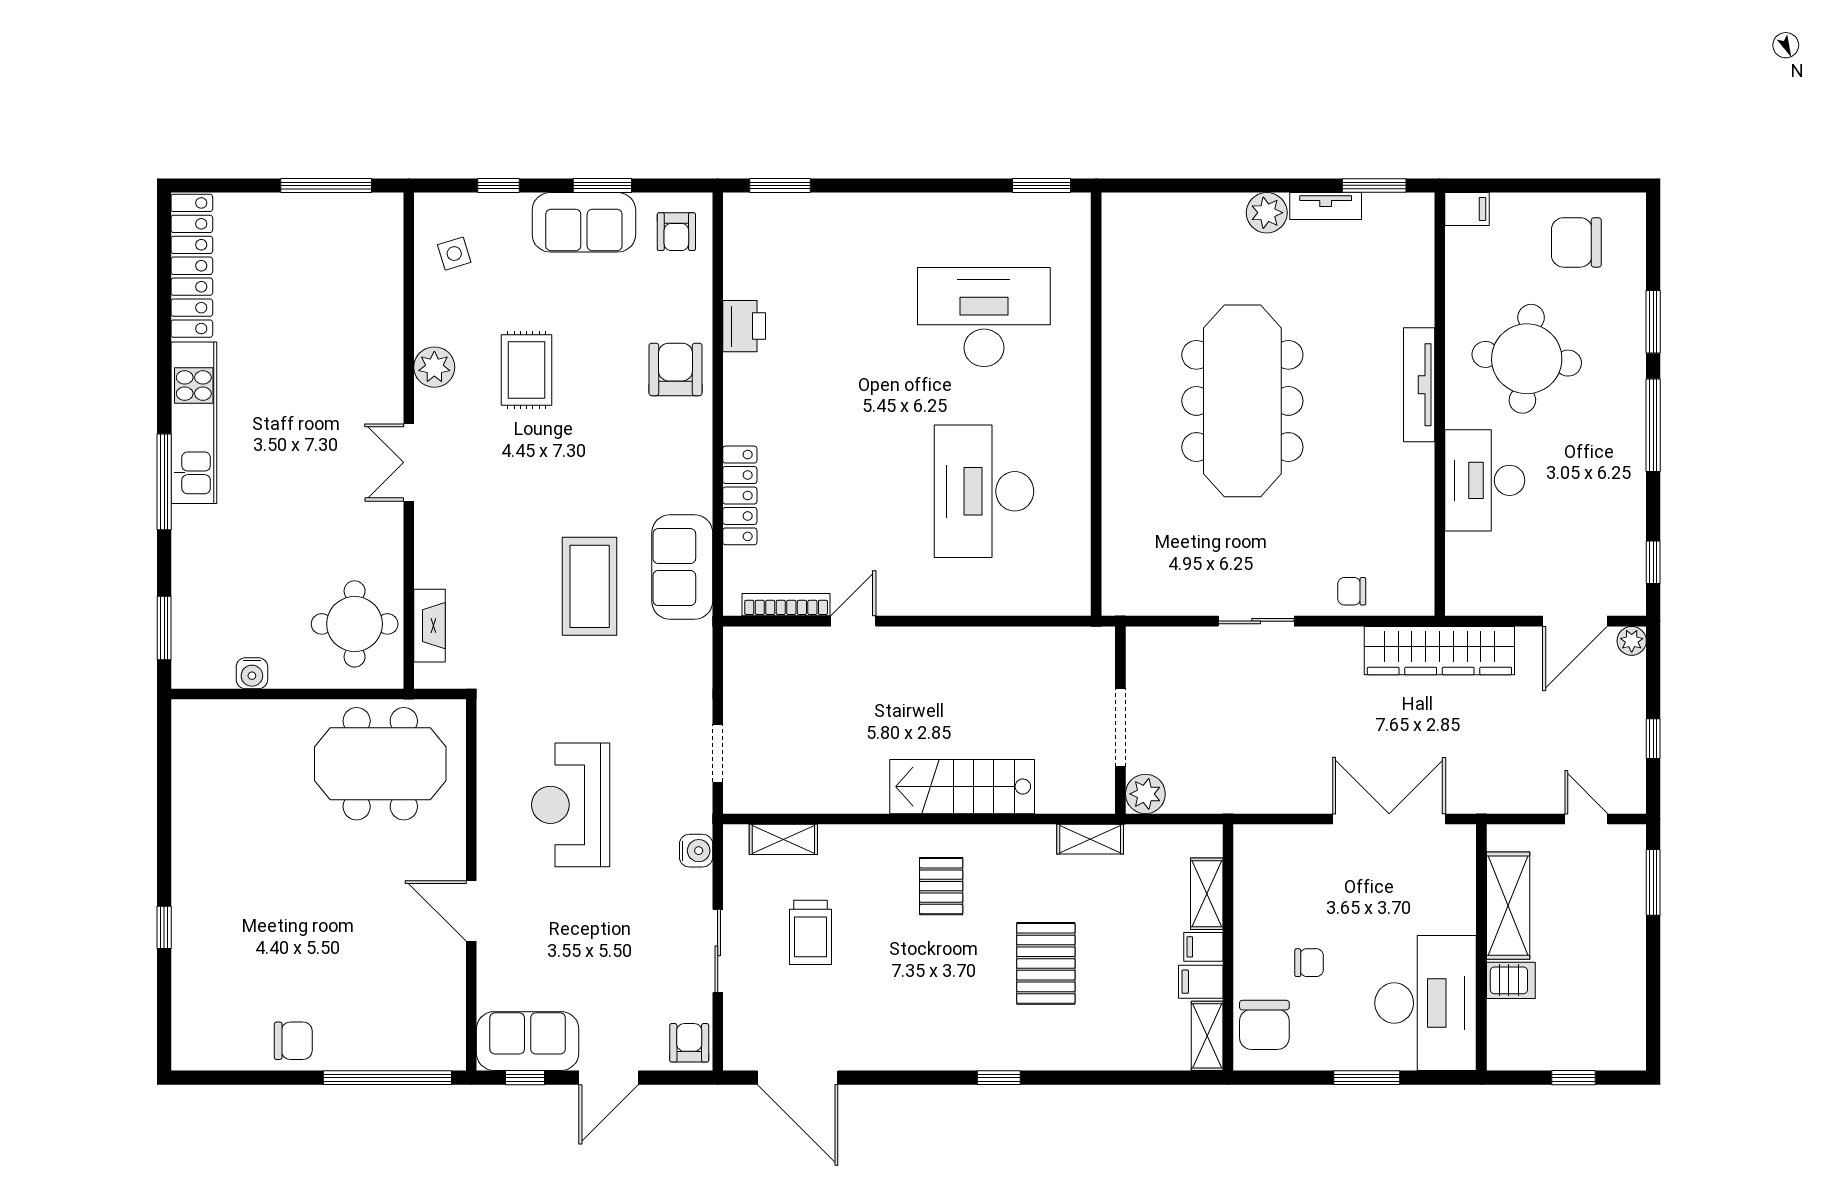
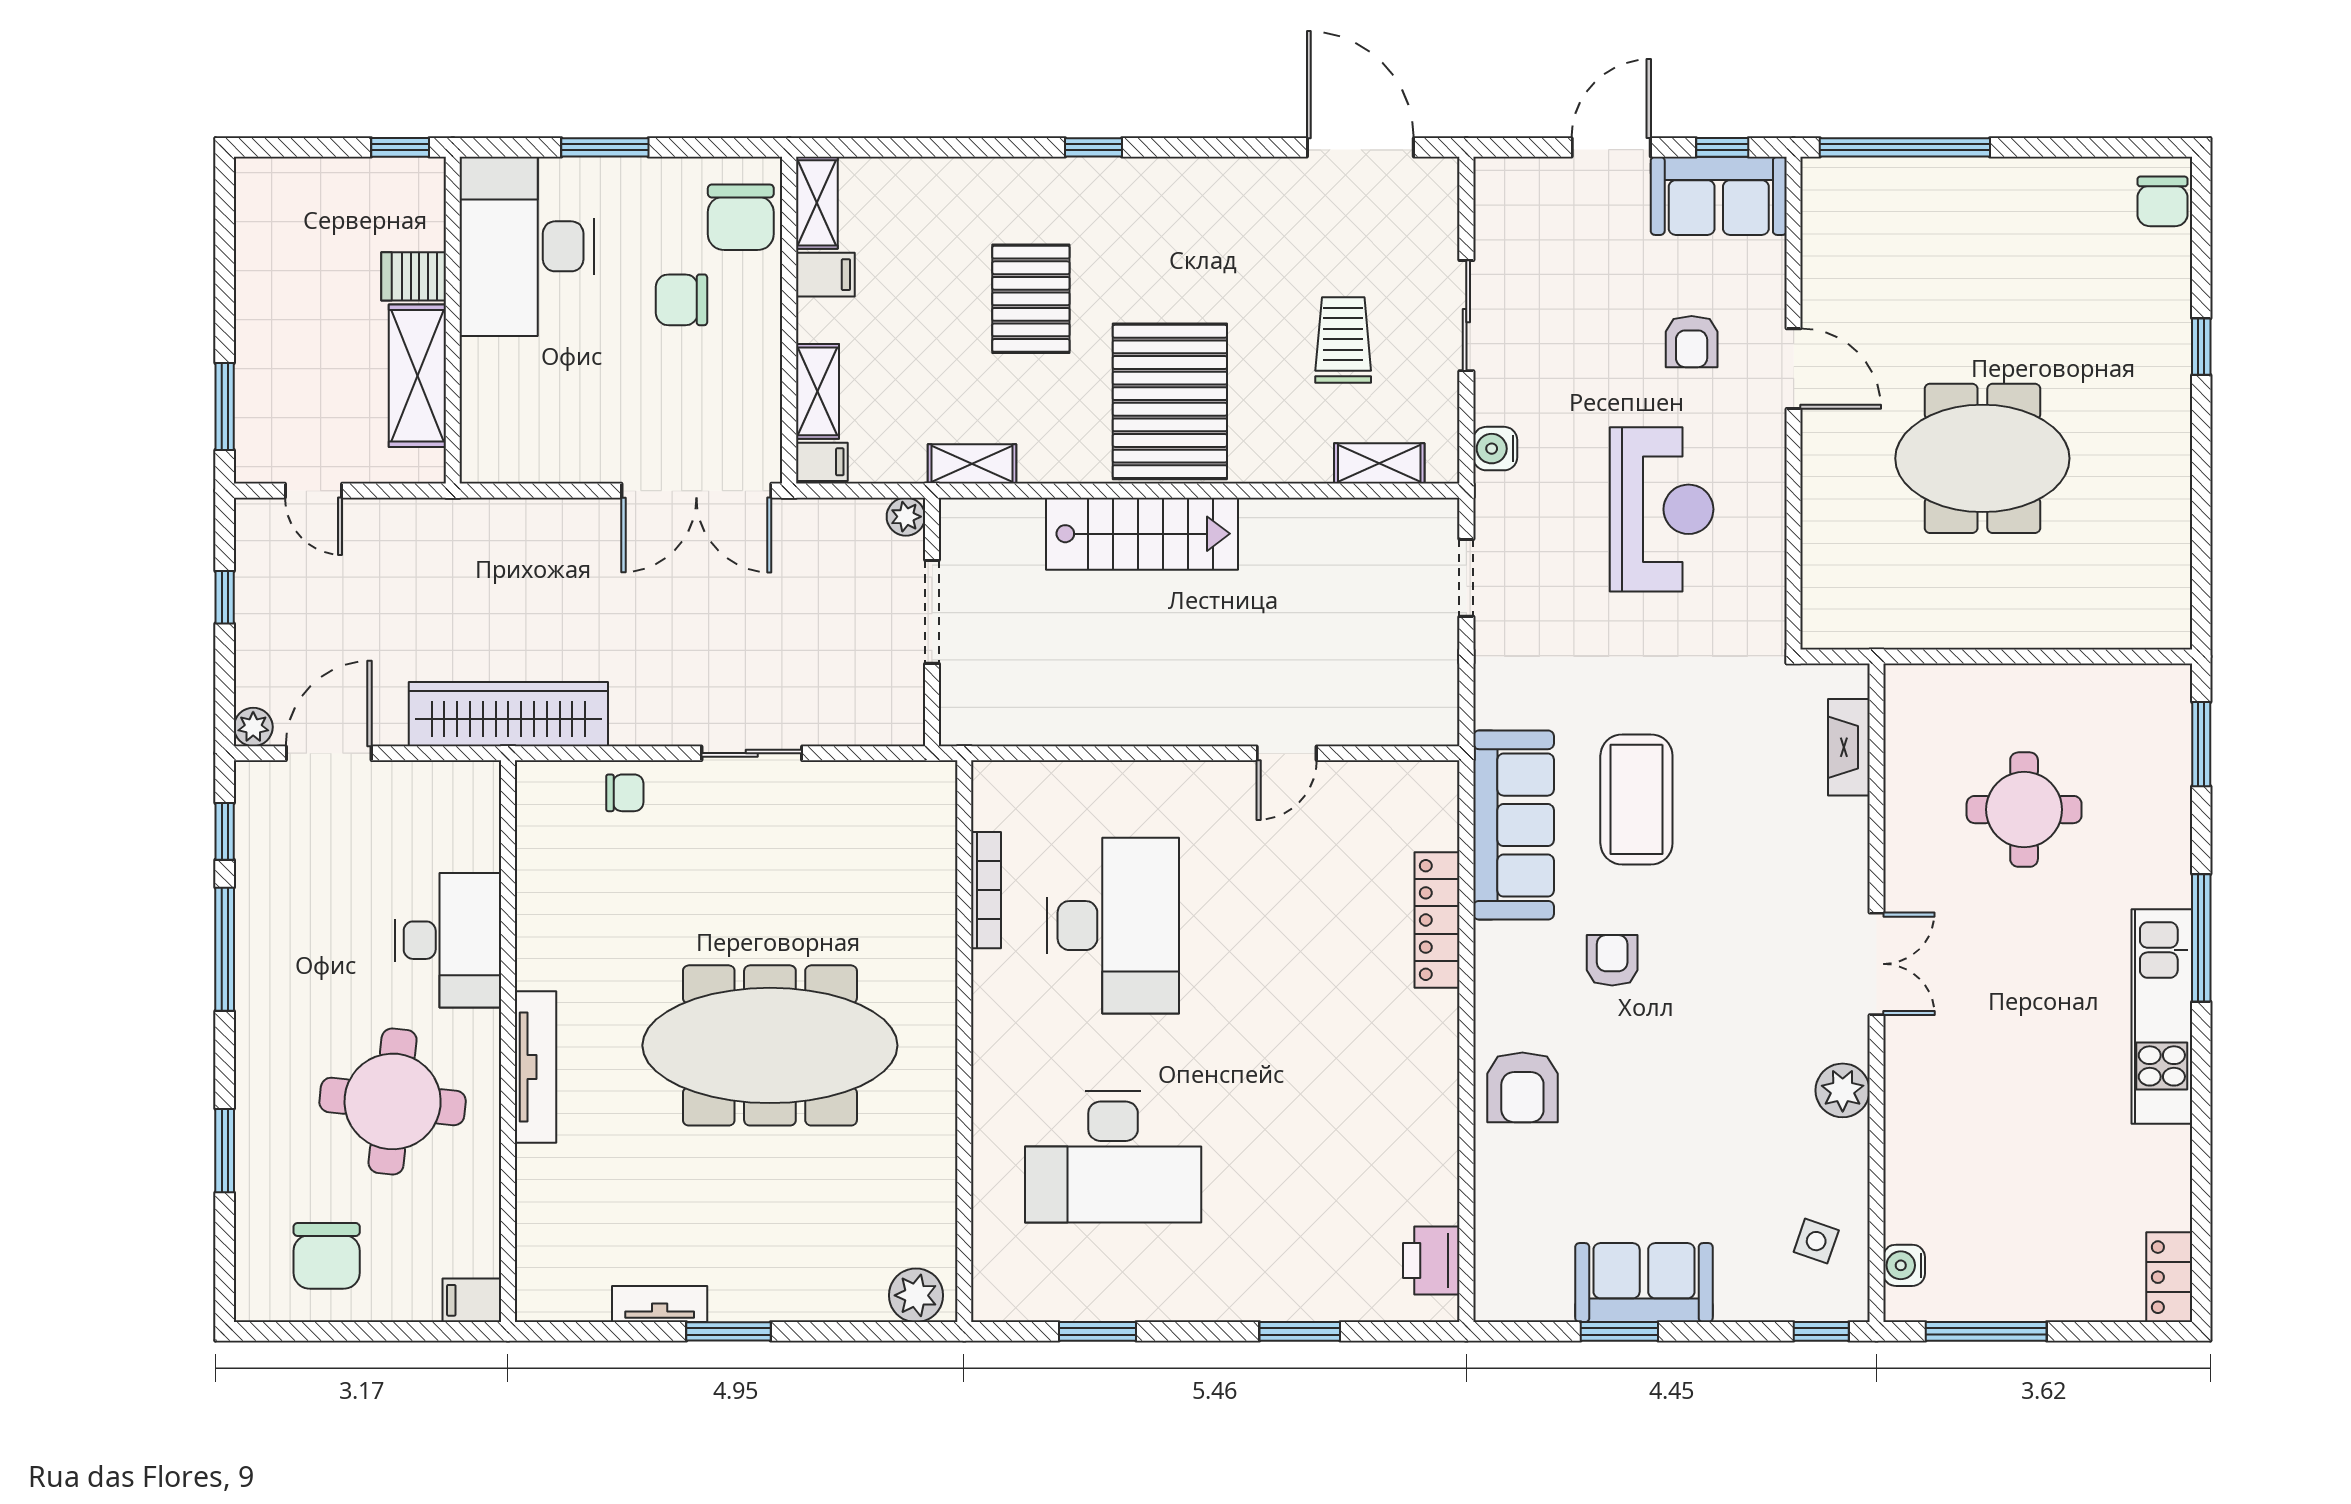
window: (499, 185) -> (1821, 1331), moved
window: (780, 185) -> (1300, 1331), moved
window: (1041, 185) -> (1097, 1331), moved
window: (1374, 185) -> (729, 1331), moved
plant: (1267, 213) -> (916, 1295), moved
armchair: (676, 232) -> (1612, 960), moved
chair: (1576, 242) -> (327, 1256), turned 90
side table: (454, 254) -> (1816, 1241), turned 36
locker: (192, 266) -> (2169, 1277), width x0.46, depth x0.83
printer: (744, 326) -> (1431, 1260), moved
rug: (527, 370) -> (1720, 1087), removed
meeting table: (1242, 401) -> (770, 1045), turned 90
window: (1653, 425) -> (225, 949), moved
sofa: (682, 567) -> (1514, 825), width x1.36
bookcase: (786, 605) -> (986, 890), moved, turned -90
round table: (355, 624) -> (2024, 810), moved
water cooler: (252, 673) -> (1904, 1265), moved, turned -90
meeting table: (380, 764) -> (1982, 458), moved
plant: (1145, 794) -> (906, 517), width x0.73, depth x0.73
double door: (1389, 819) -> (696, 491), moved
pallet: (941, 886) -> (1170, 401), width x2.05, depth x2.00
filing cabinet: (1203, 947) -> (822, 462), moved
chair: (1309, 963) -> (681, 300), width x1.37, depth x1.37
chair: (1264, 1025) -> (741, 217), turned 180
chair: (293, 1041) -> (2162, 201), moved, turned -90
armchair: (689, 1043) -> (1692, 342), moved
window: (1574, 1078) -> (400, 147), moved

